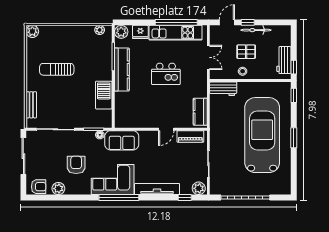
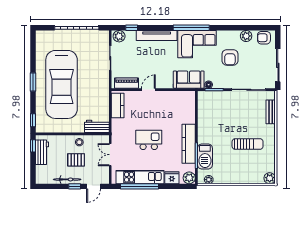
barbecue: (104, 95) -> (205, 156), moved

